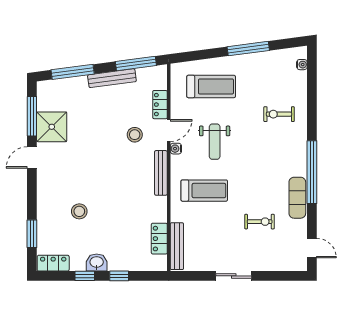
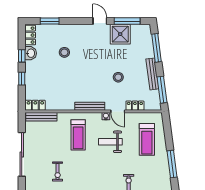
stool: (135, 135) -> (118, 77), moved
locker: (159, 239) -> (35, 105), moved
washbasin: (97, 262) -> (31, 53), moved
sliding door: (234, 276) -> (22, 154), width x1.86

